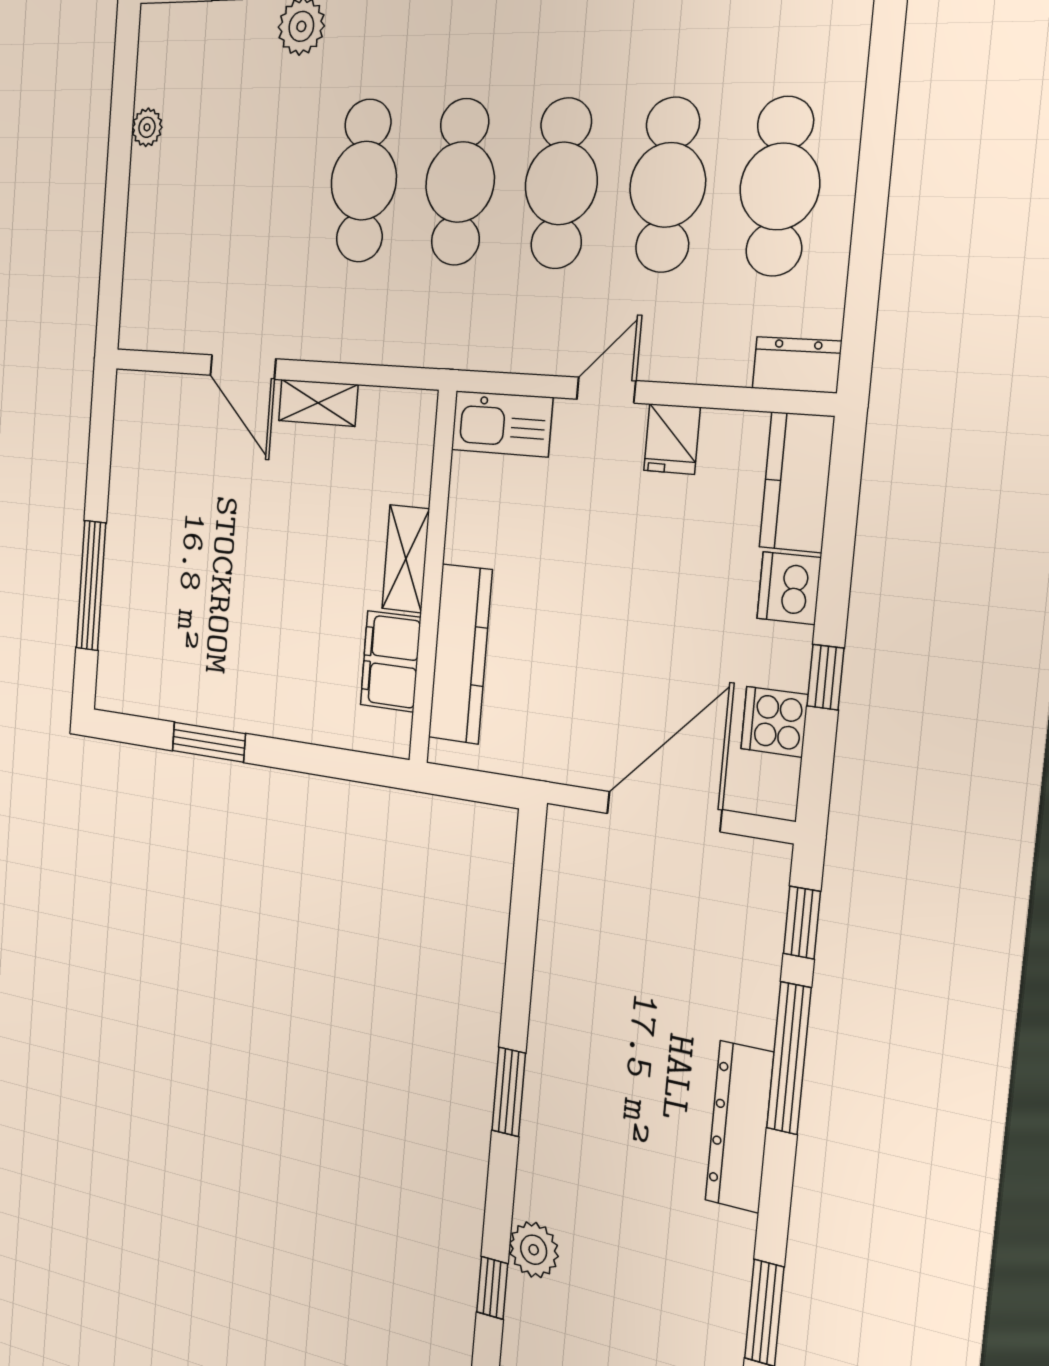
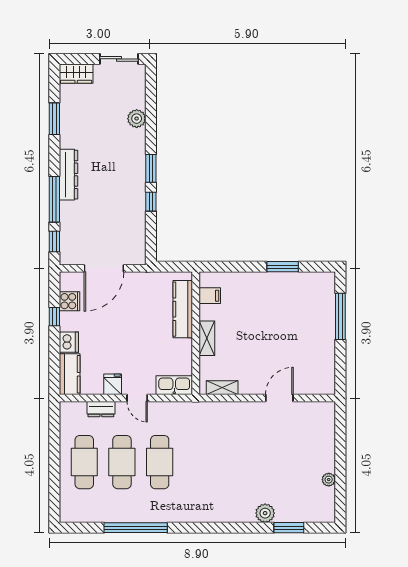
cafe table: (364, 181) -> (235, 462), removed
cafe table: (460, 182) -> (197, 462), removed
dresser: (797, 365) -> (101, 409), moved
door: (243, 367) -> (279, 398), hinge flipped
door: (606, 390) -> (137, 398), hinge flipped
shelving: (318, 403) -> (222, 388), moved
filing cabinet: (391, 661) -> (210, 296), width x0.50
window: (492, 1288) -> (151, 202), moved

